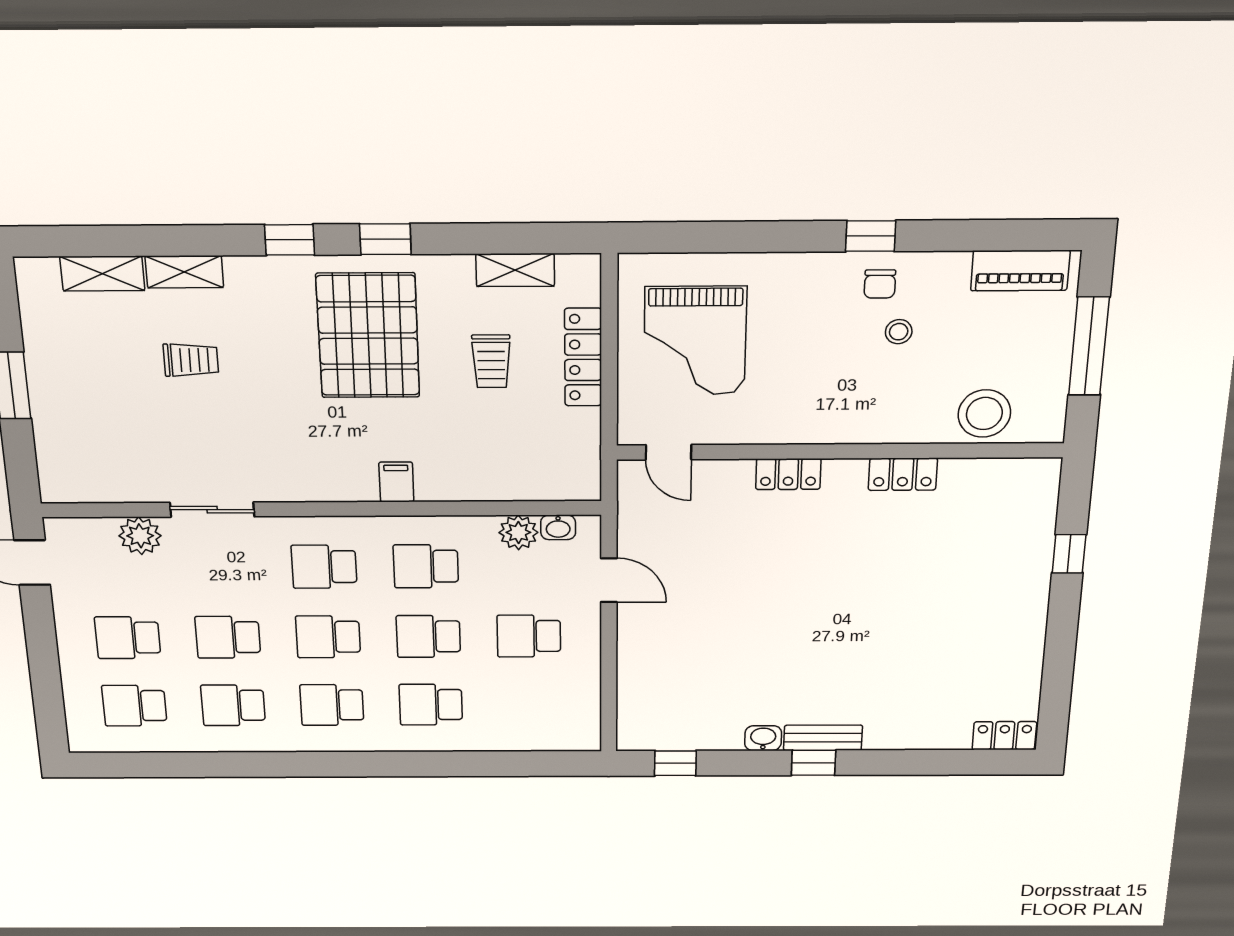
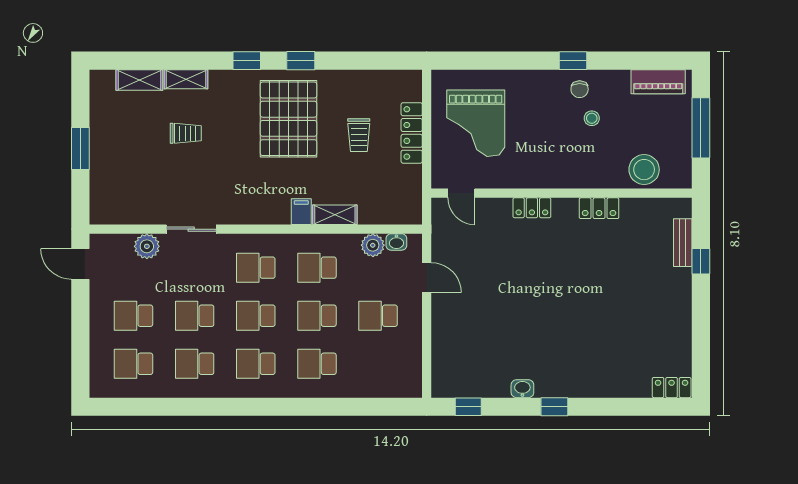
shelving: (515, 270) -> (335, 215), moved
bench: (823, 738) -> (683, 243), moved, turned 90

